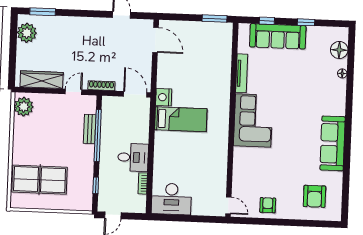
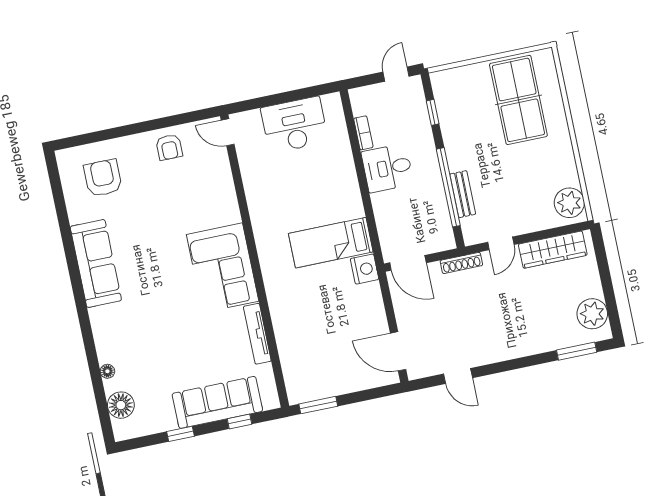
table tennis table: (40, 180) -> (518, 100), turned 90
desk: (171, 199) -> (294, 125), moved

